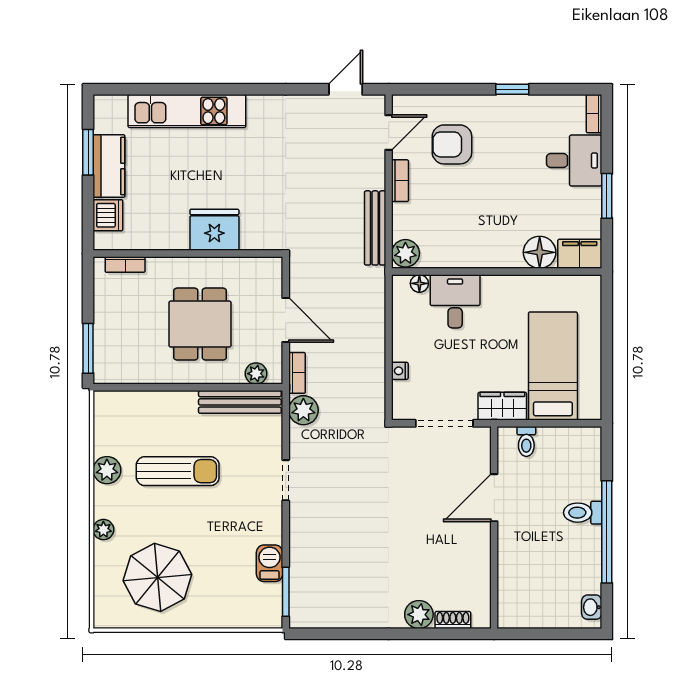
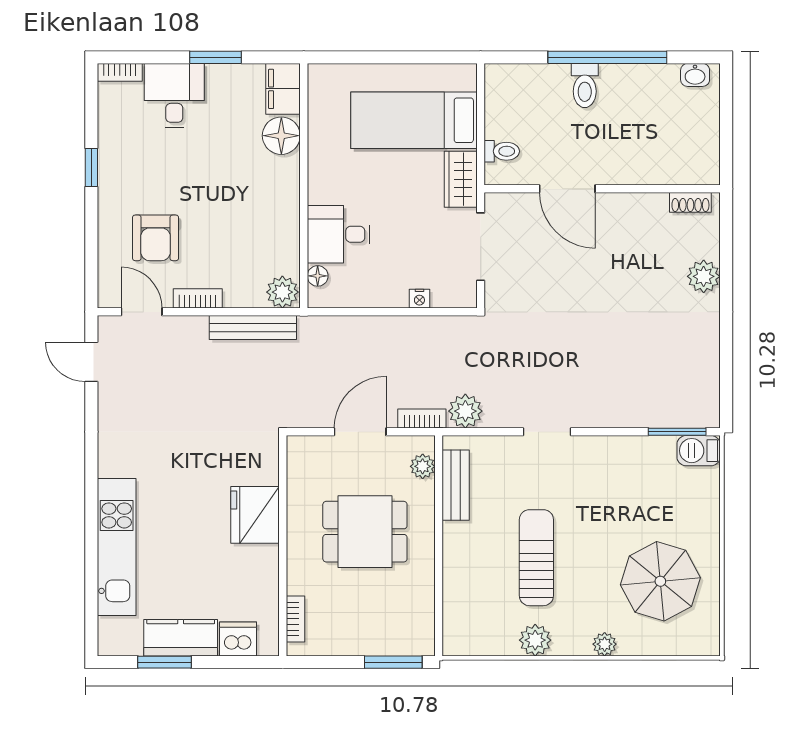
bench: (240, 402) -> (456, 485), width x0.73
barbecue: (270, 563) -> (699, 451), moved
shoe rack: (453, 620) -> (690, 202), moved, turned -90

